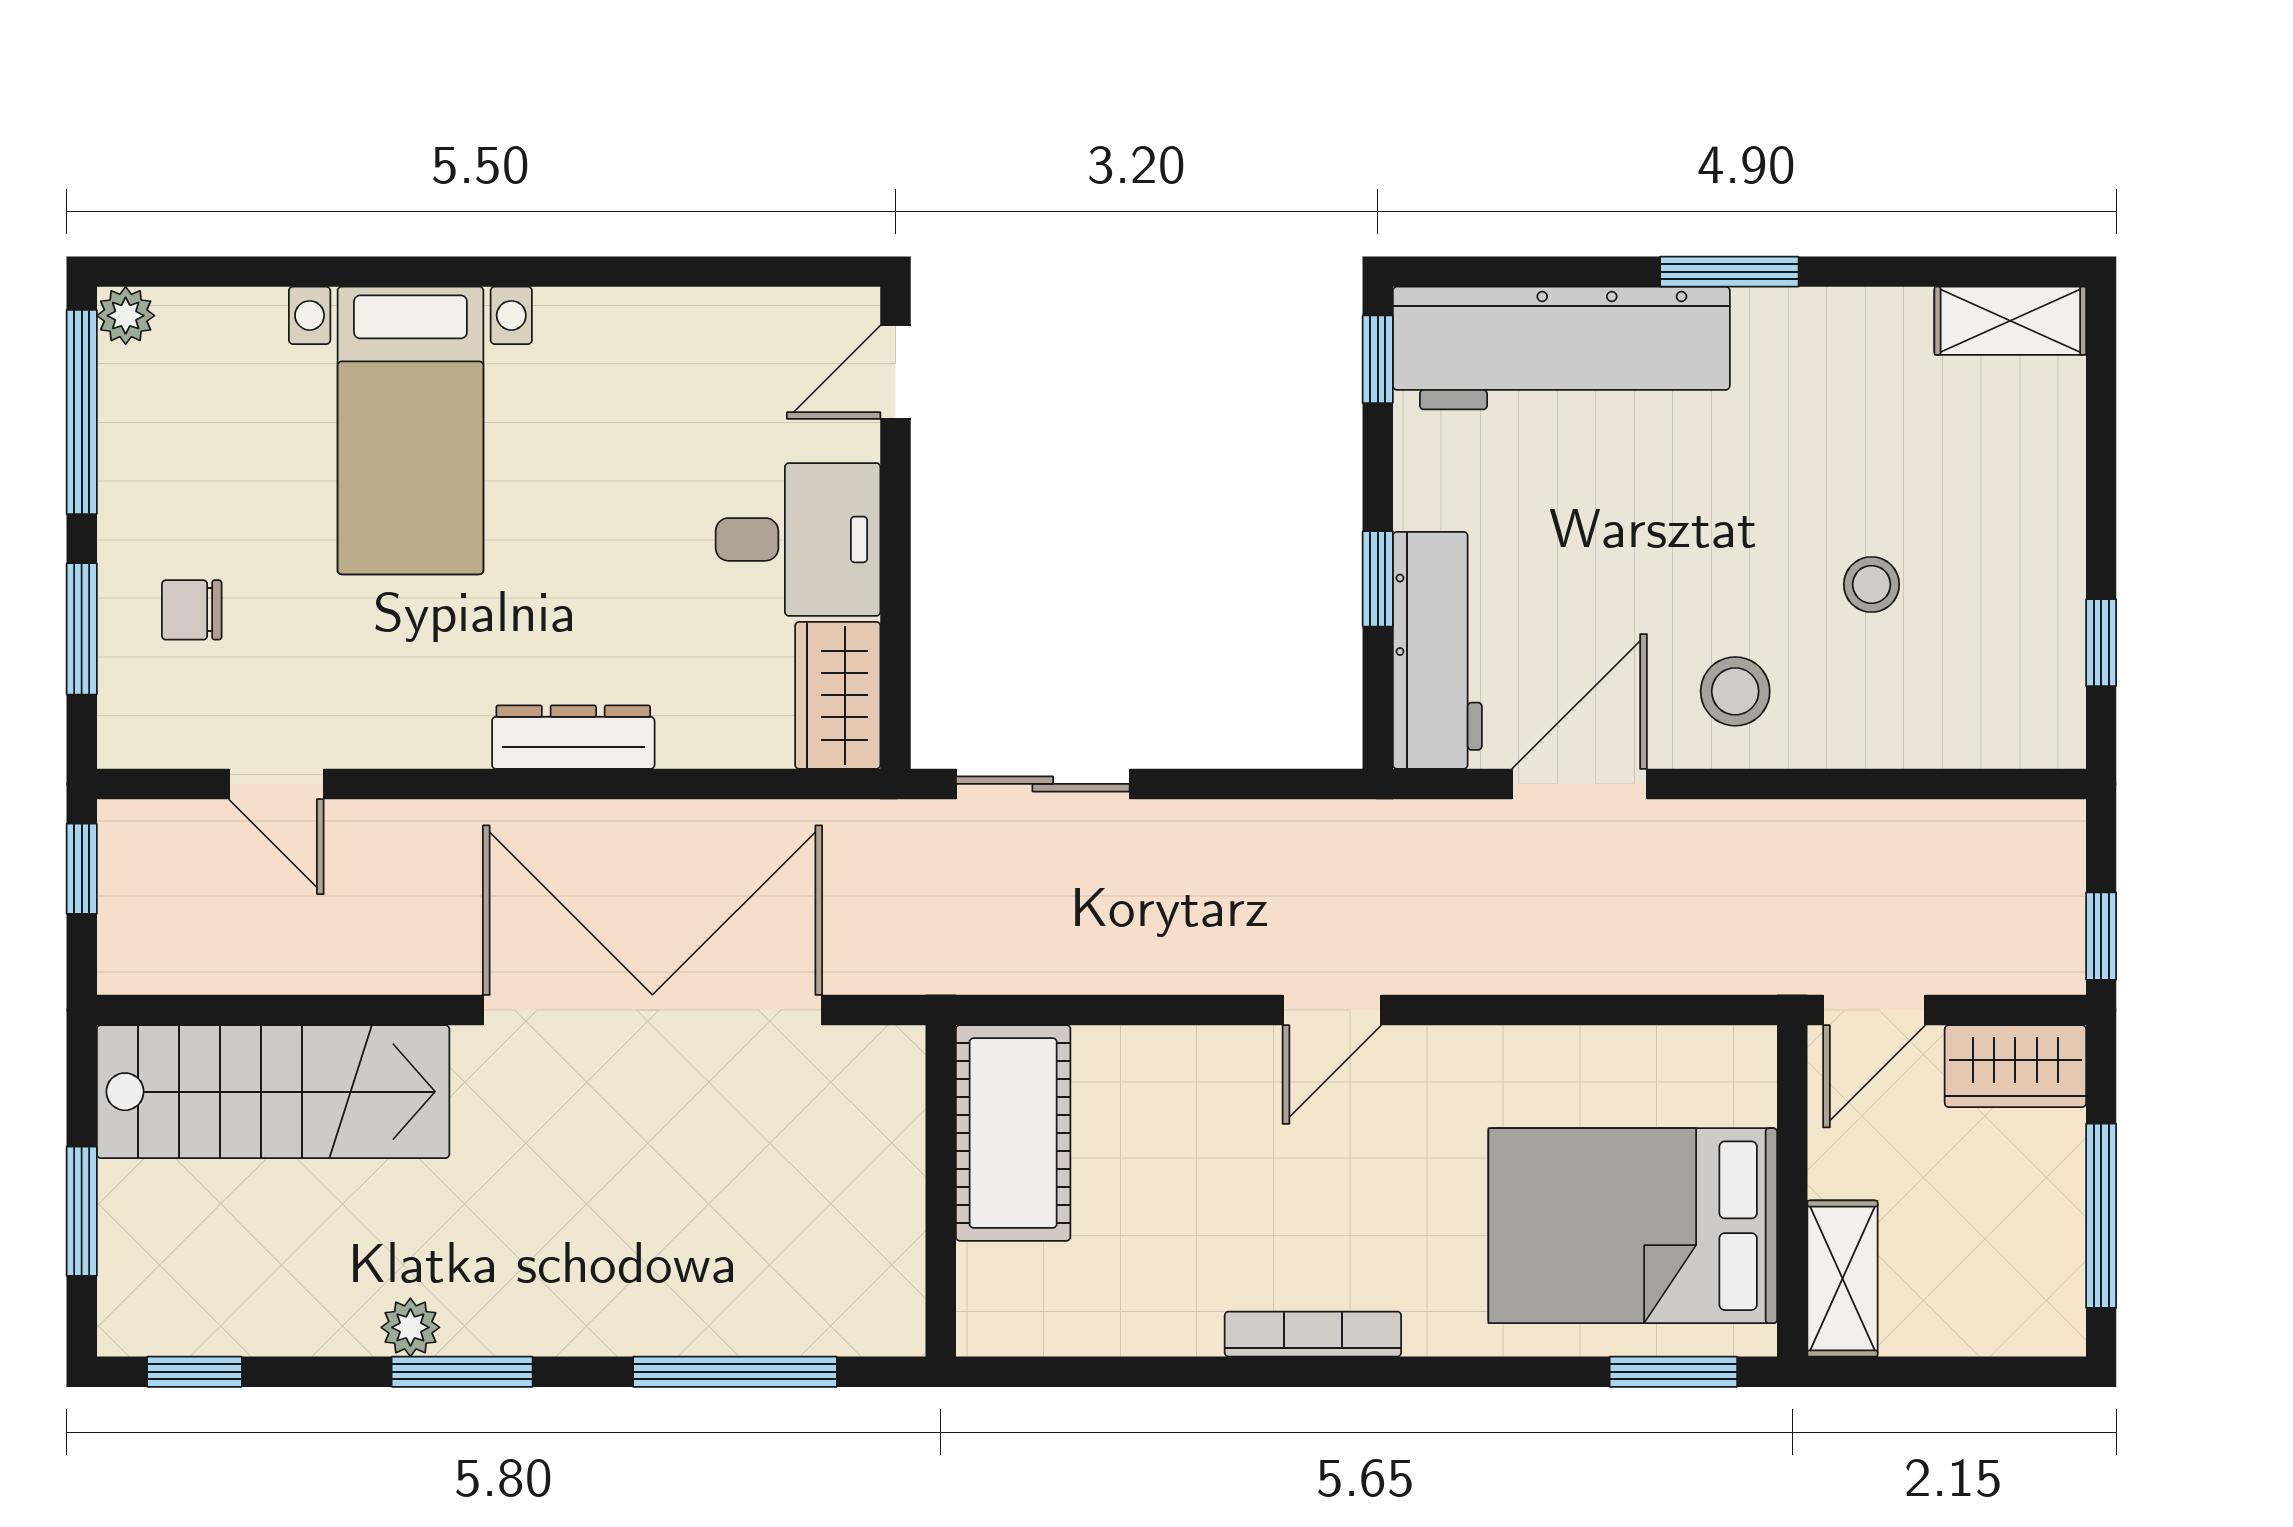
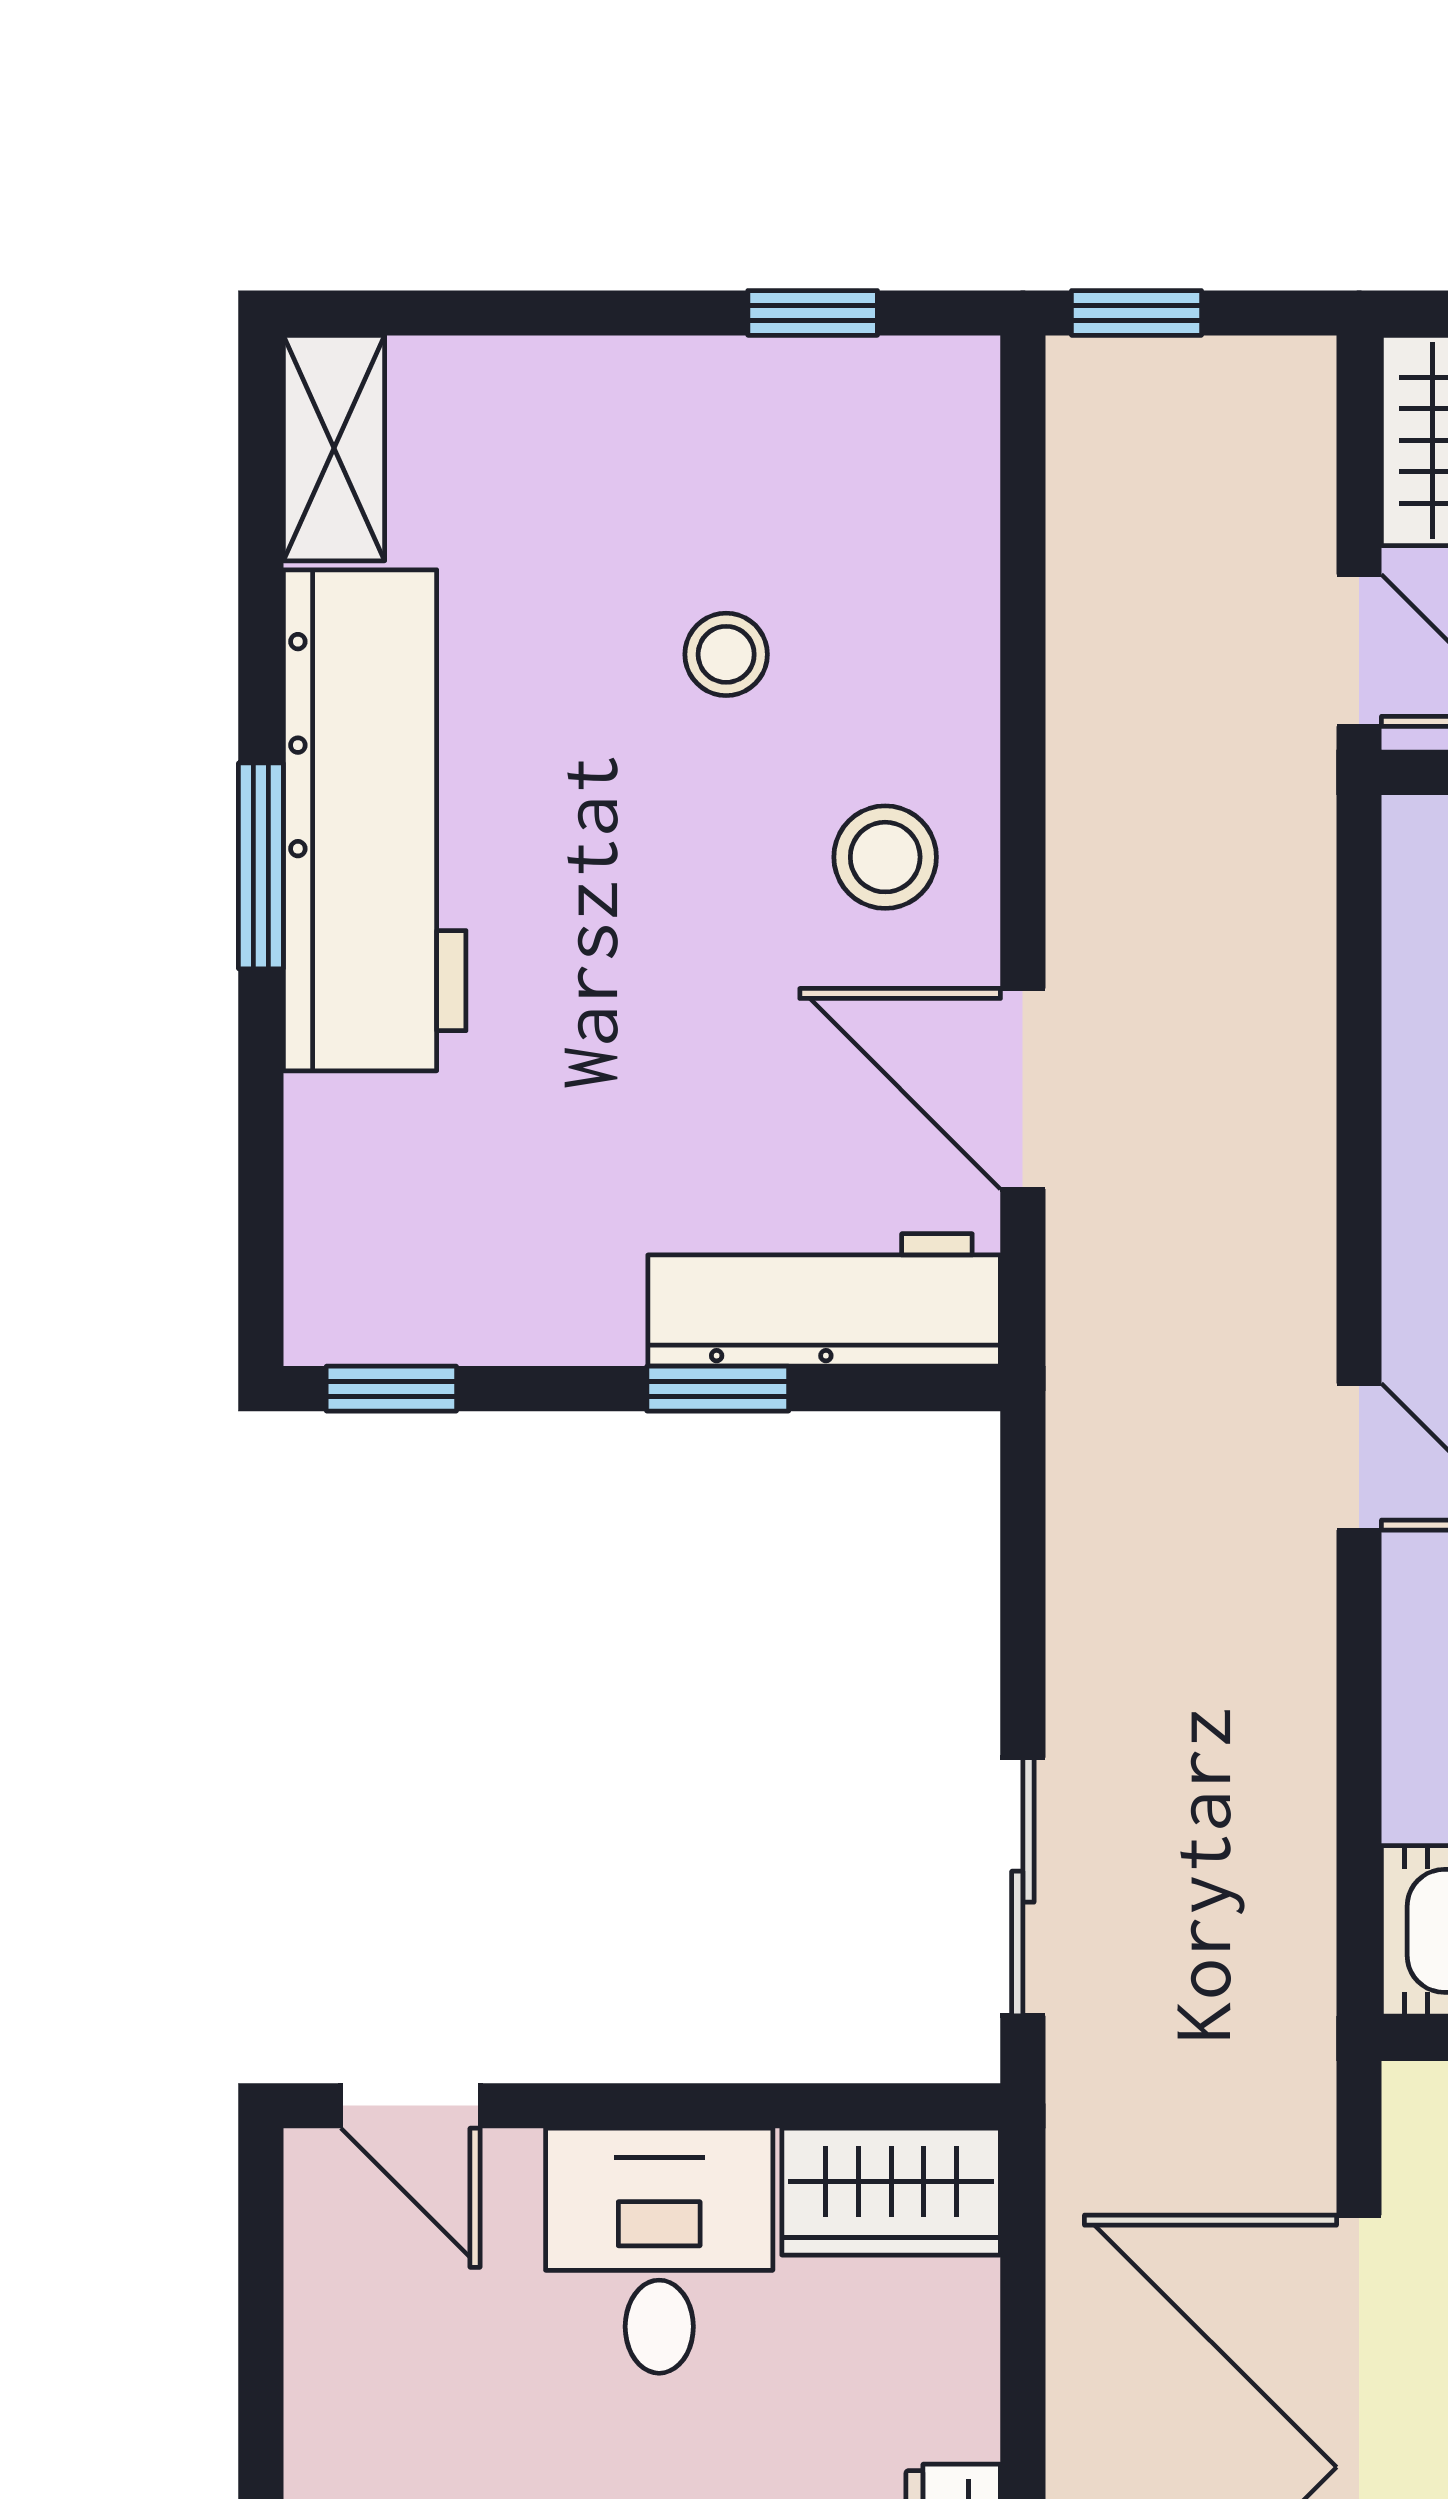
workbench: (1561, 348) -> (375, 820), moved
window: (2101, 936) -> (1137, 313), moved

